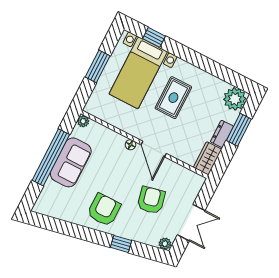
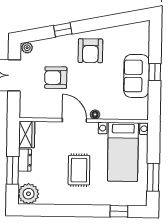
window: (98, 66) -> (153, 177), moved
bed with nightstands: (138, 73) -> (123, 152), moved, turned 180
plant: (83, 121) -> (143, 115), removed
window: (51, 157) -> (155, 72), width x0.32
armchair: (151, 200) -> (56, 78), turned 103

